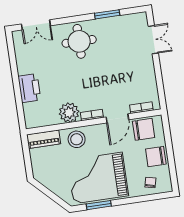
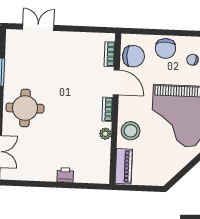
printer: (29, 88) -> (65, 175), width x0.53, depth x0.68
plant: (69, 113) -> (105, 134), width x0.53, depth x0.53
chair: (144, 129) -> (133, 56), turned 90

